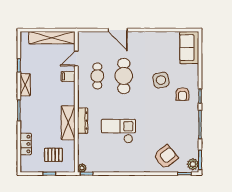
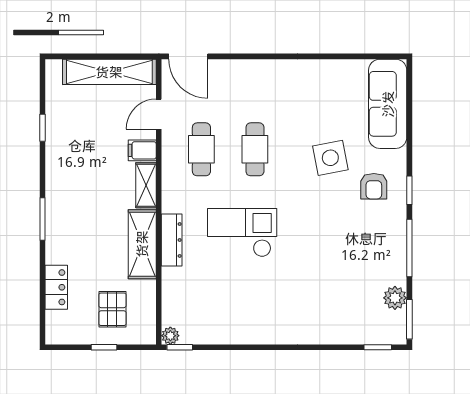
door: (118, 30) -> (188, 56), moved
sofa: (189, 48) -> (388, 104), width x1.36
cafe table: (124, 76) -> (255, 149), width x0.73, depth x0.74
shelving: (25, 85) -> (146, 185), moved
checkout: (118, 131) -> (242, 233), moved
pallet: (53, 155) -> (112, 309), turned 90
armchair: (166, 157) -> (340, 313), removed
plant: (193, 164) -> (395, 298), moved

